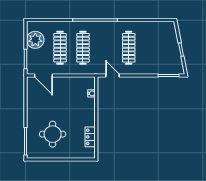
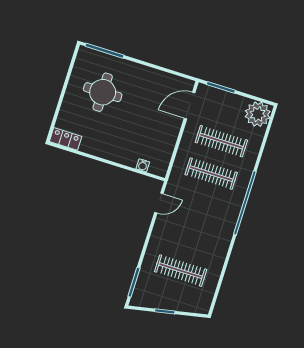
plant: (35, 40) -> (258, 114), moved
clothes rail: (129, 48) -> (181, 271), moved
locker: (90, 137) -> (66, 139), moved

